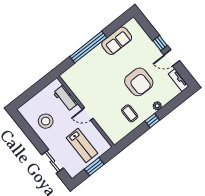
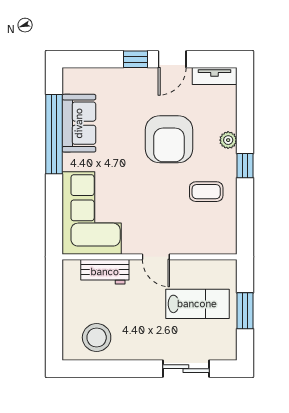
window: (88, 47) -> (54, 134), moved
corner sofa: (85, 74) -> (92, 213), added
armchair: (139, 82) -> (169, 139), turned 90
door: (88, 114) -> (156, 257), hinge flipped
stool: (46, 121) -> (97, 337), moved

